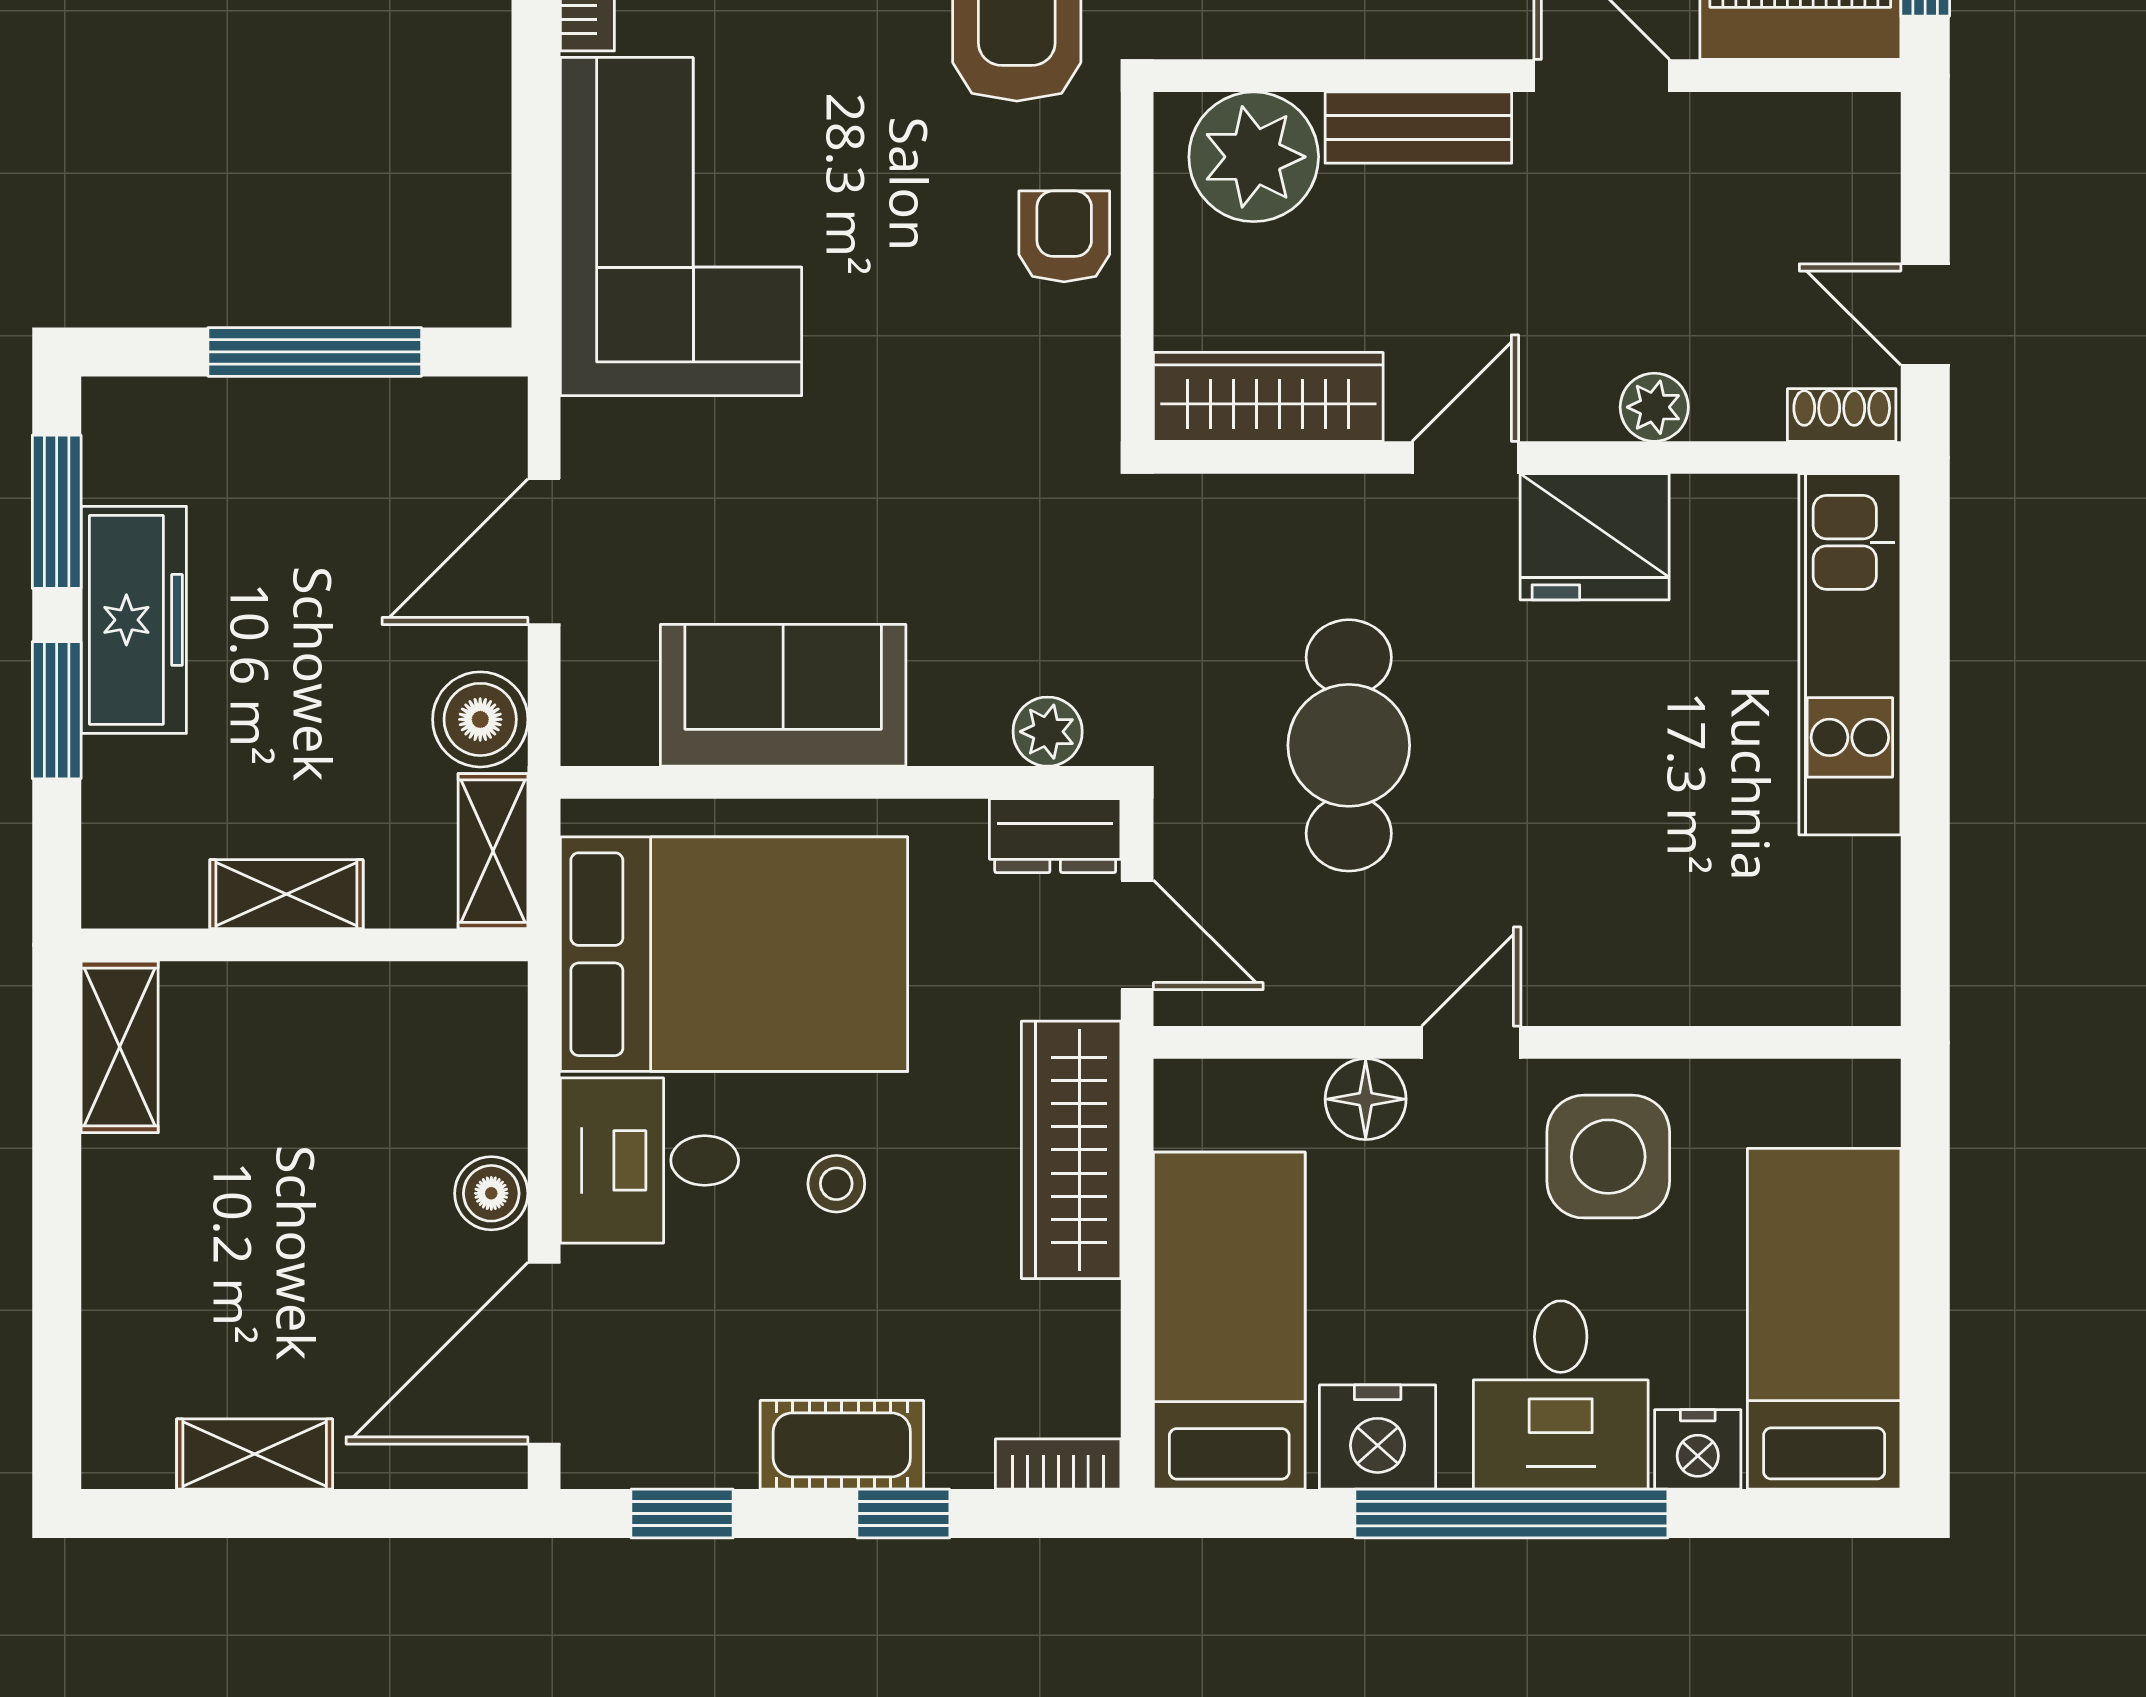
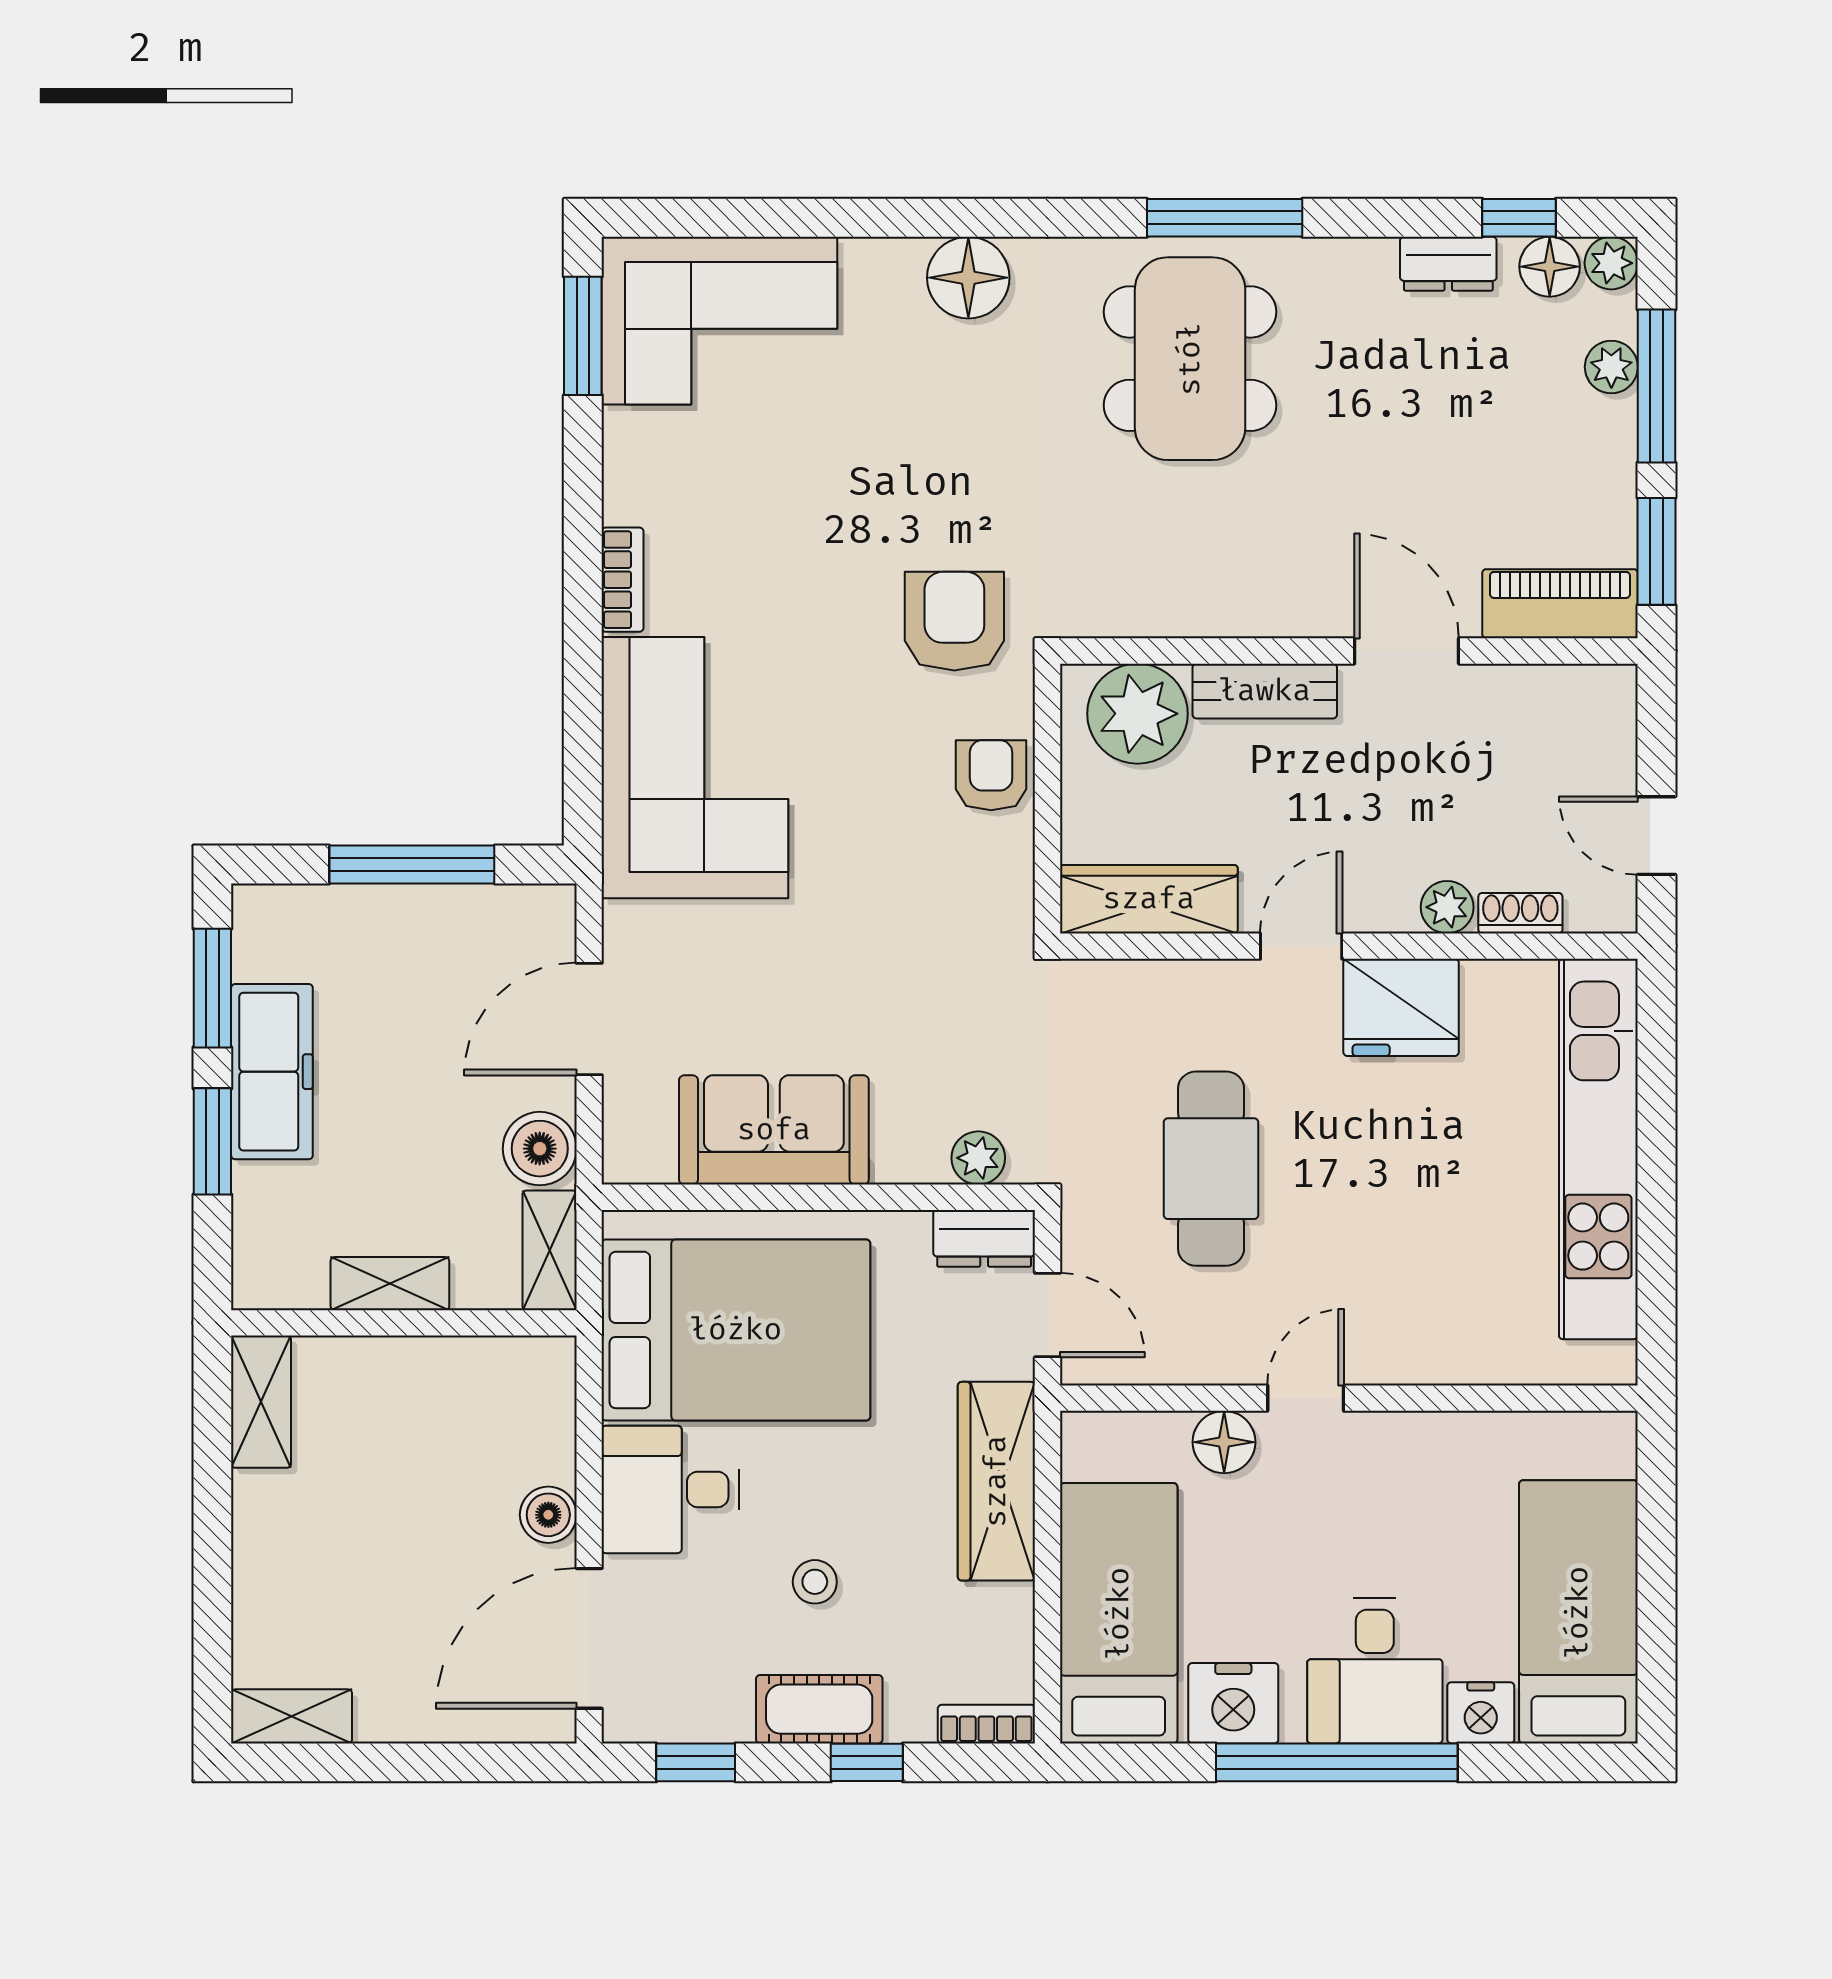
shoe rack: (1842, 415) -> (1520, 913), moved
kitchen unit: (1850, 654) -> (1598, 1149), width x1.36
side table: (1608, 1157) -> (1412, 1486), removed
stool: (836, 1184) -> (815, 1582), moved
shelving: (255, 1454) -> (292, 1716), moved

